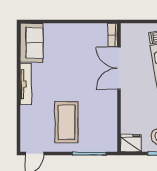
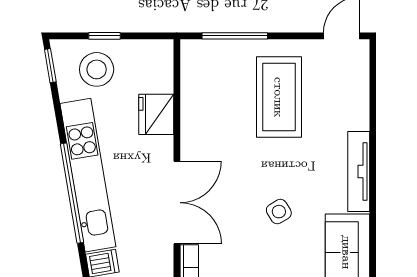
side table: (67, 64) -> (279, 212), added
fridge: (131, 143) -> (156, 114), moved, turned 90

